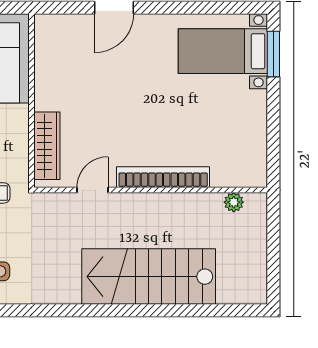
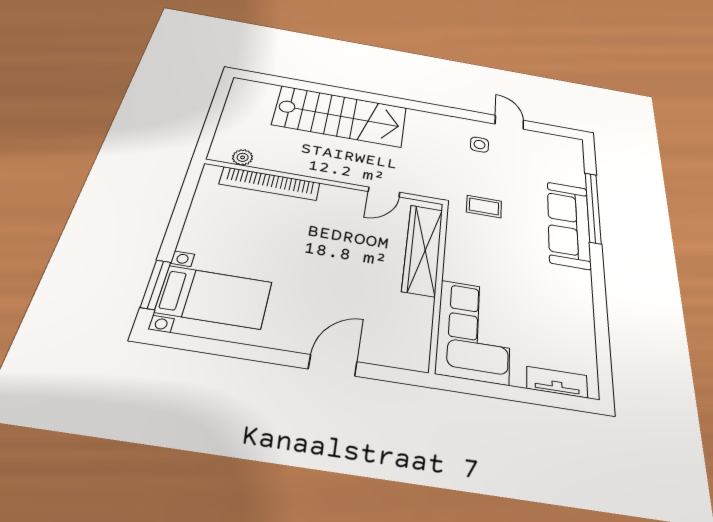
wardrobe: (47, 146) -> (423, 250), width x1.40, depth x1.17
bookcase: (163, 177) -> (270, 183), moved

